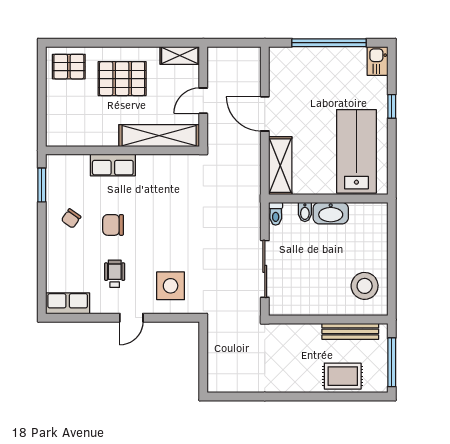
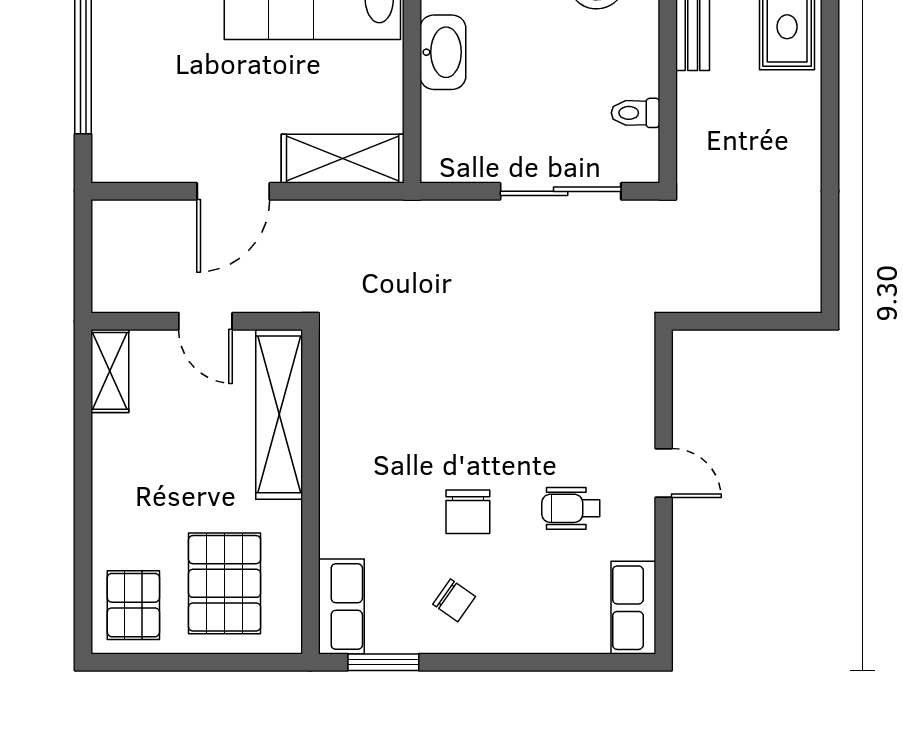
pallet: (122, 79) -> (225, 583), moved
row of seats: (113, 165) -> (341, 607), moved
bidet: (305, 212) -> (441, 107), removed
toilet: (276, 214) -> (635, 113), moved, turned 180
side table: (171, 286) -> (596, 390), removed

